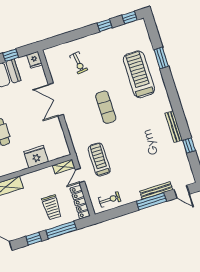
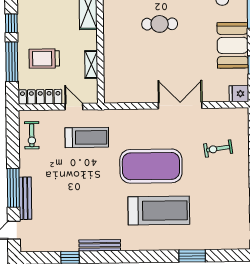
treadmill: (139, 74) -> (159, 211), moved
exercise mat: (106, 107) -> (151, 166), width x2.00, depth x1.45
fridge: (36, 157) -> (115, 58), removed
shelving: (64, 167) -> (91, 65), moved

